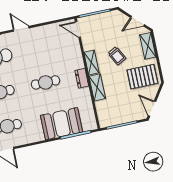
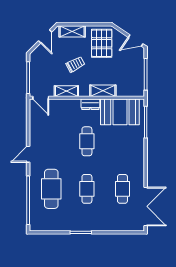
door: (78, 29) -> (41, 98), hinge flipped
shelving: (91, 63) -> (66, 91), moved
booth: (62, 124) -> (120, 112), moved, turned 90

